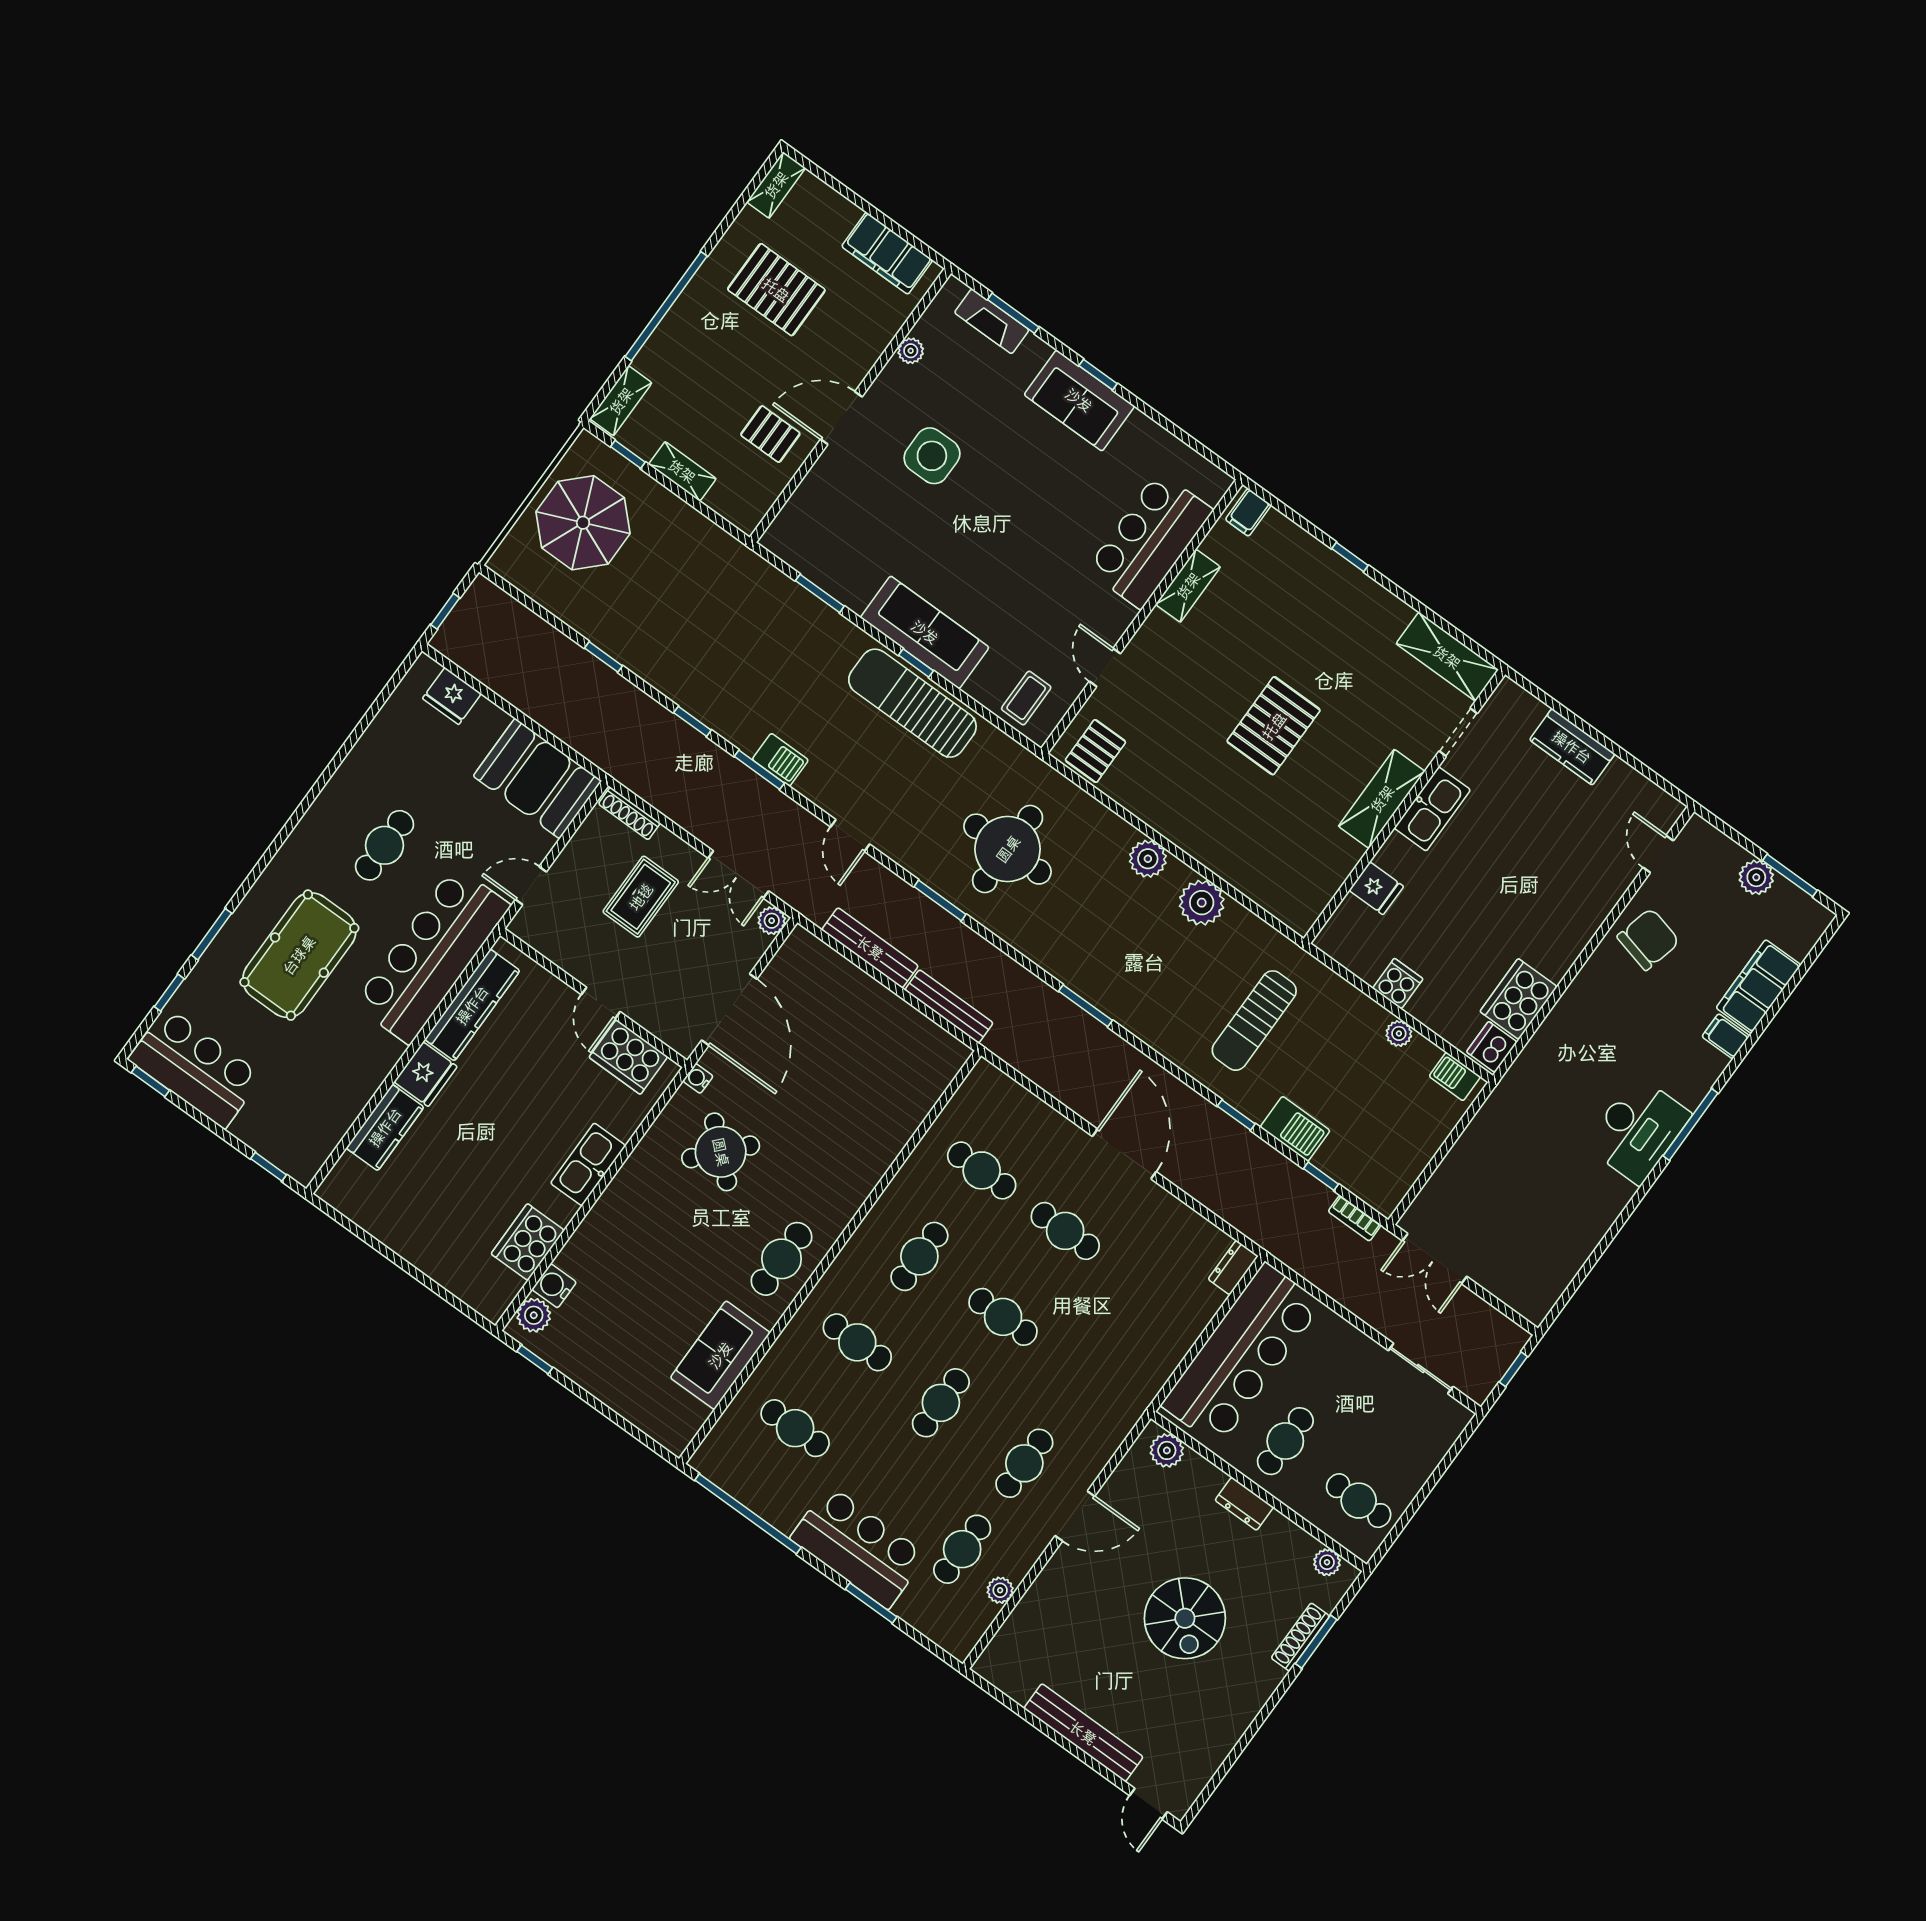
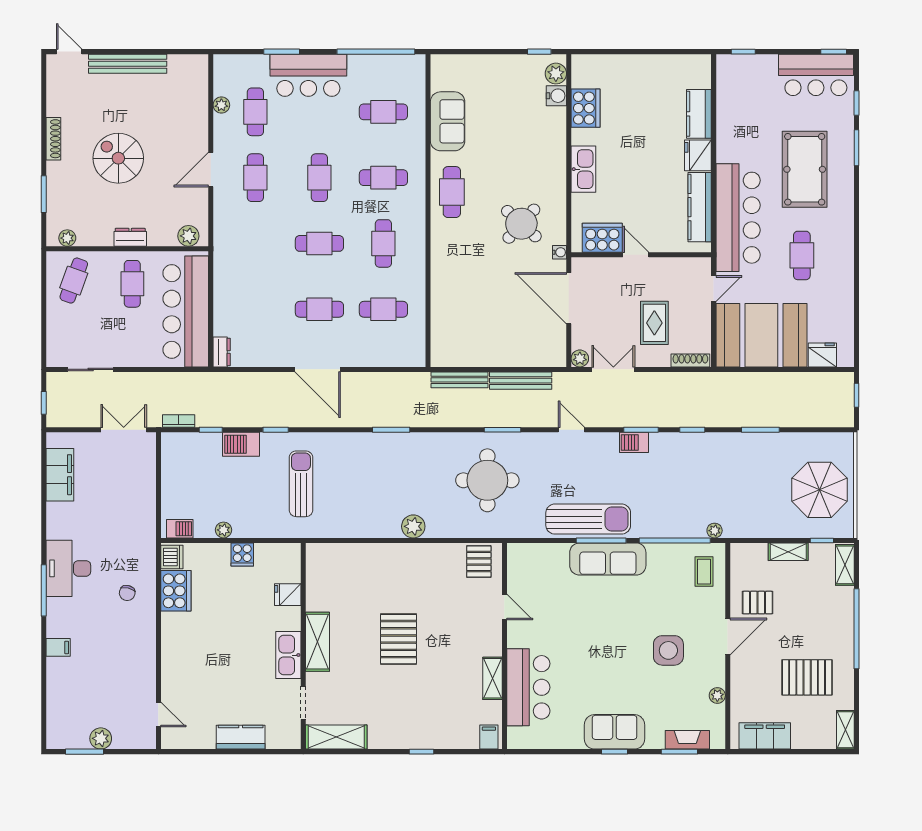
window: (820, 593) -> (675, 540), width x2.11
window: (603, 657) -> (760, 430), width x1.50
window: (916, 663) -> (601, 540), width x2.17
coffee table: (1026, 698) -> (704, 572), moved
booth: (537, 778) -> (761, 335), width x1.36, depth x1.42
plant: (1202, 903) -> (715, 531), moved, width x0.53, depth x0.53
chair: (1648, 939) -> (127, 593), moved, width x0.54, depth x0.54
filing cabinet: (1758, 986) -> (60, 475), moved
cafe table: (1359, 1501) -> (74, 281), turned -70
shoe rack: (1300, 1637) -> (53, 139), moved

